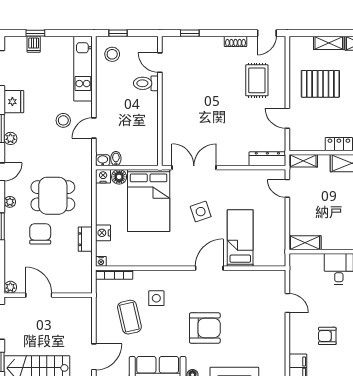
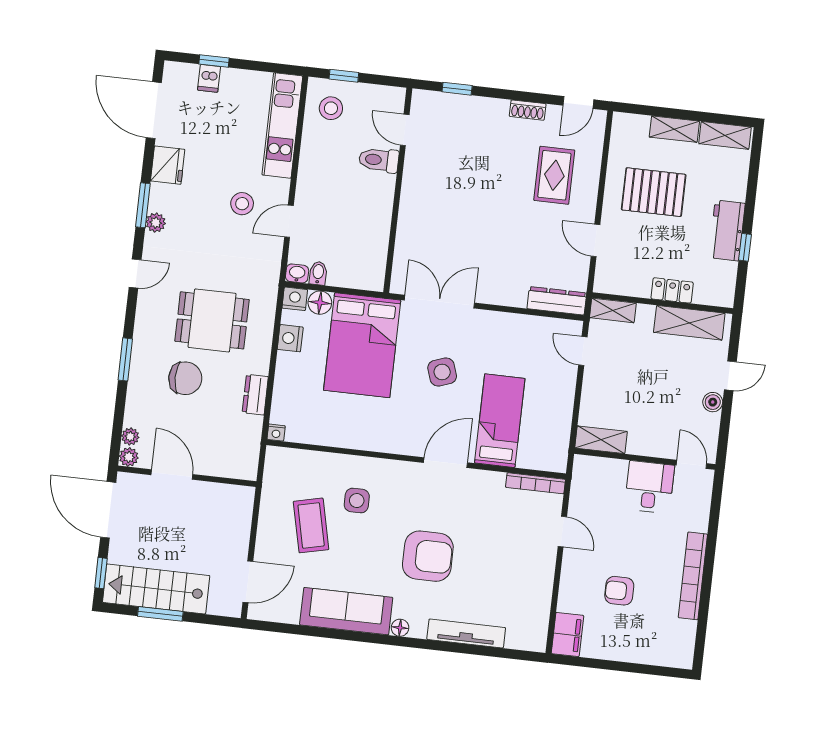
plant: (10, 202) -> (130, 437), moved
nightstand: (103, 233) -> (290, 338), moved
chair: (40, 234) -> (185, 378), turned 89
bookcase: (114, 275) -> (535, 483), moved

